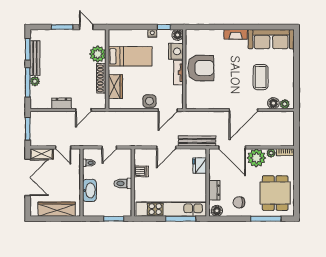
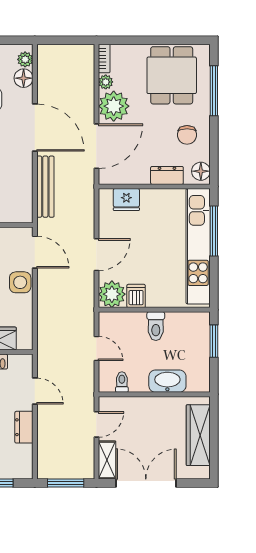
bench: (197, 141) -> (45, 187), moved
door: (166, 147) -> (96, 255), hinge flipped
plant: (142, 157) -> (112, 294), added
dining table: (275, 193) -> (172, 75), turned 90

